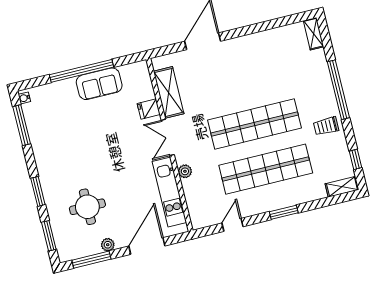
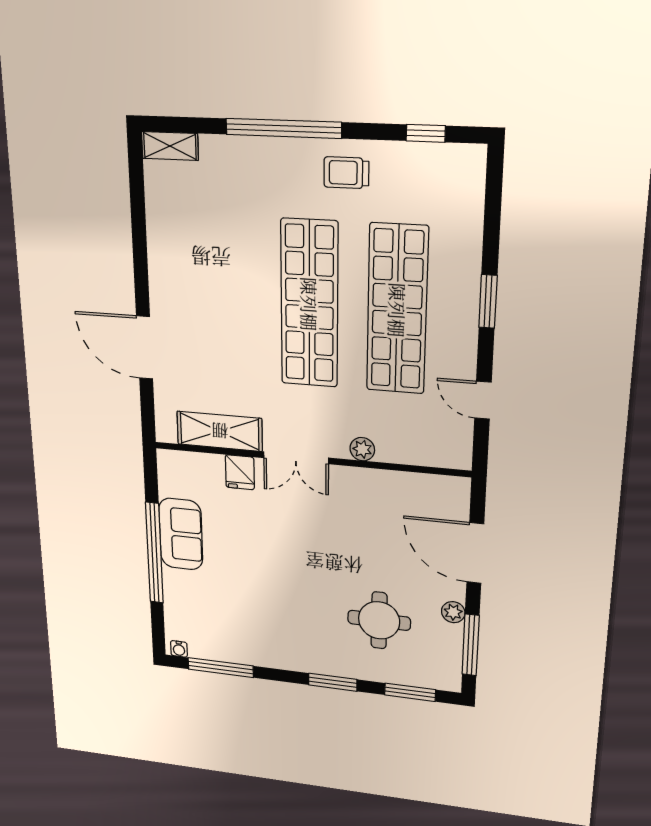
trolley: (326, 126) -> (346, 173), turned 90
shelving: (342, 187) -> (472, 176), removed
kitchen unit: (169, 192) -> (391, 486), removed

